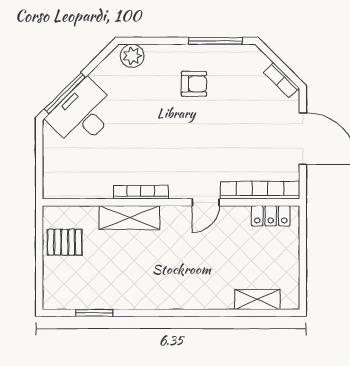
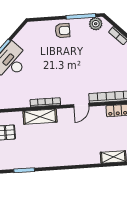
plant: (132, 56) -> (96, 24), moved
armchair: (194, 84) -> (63, 31), moved

